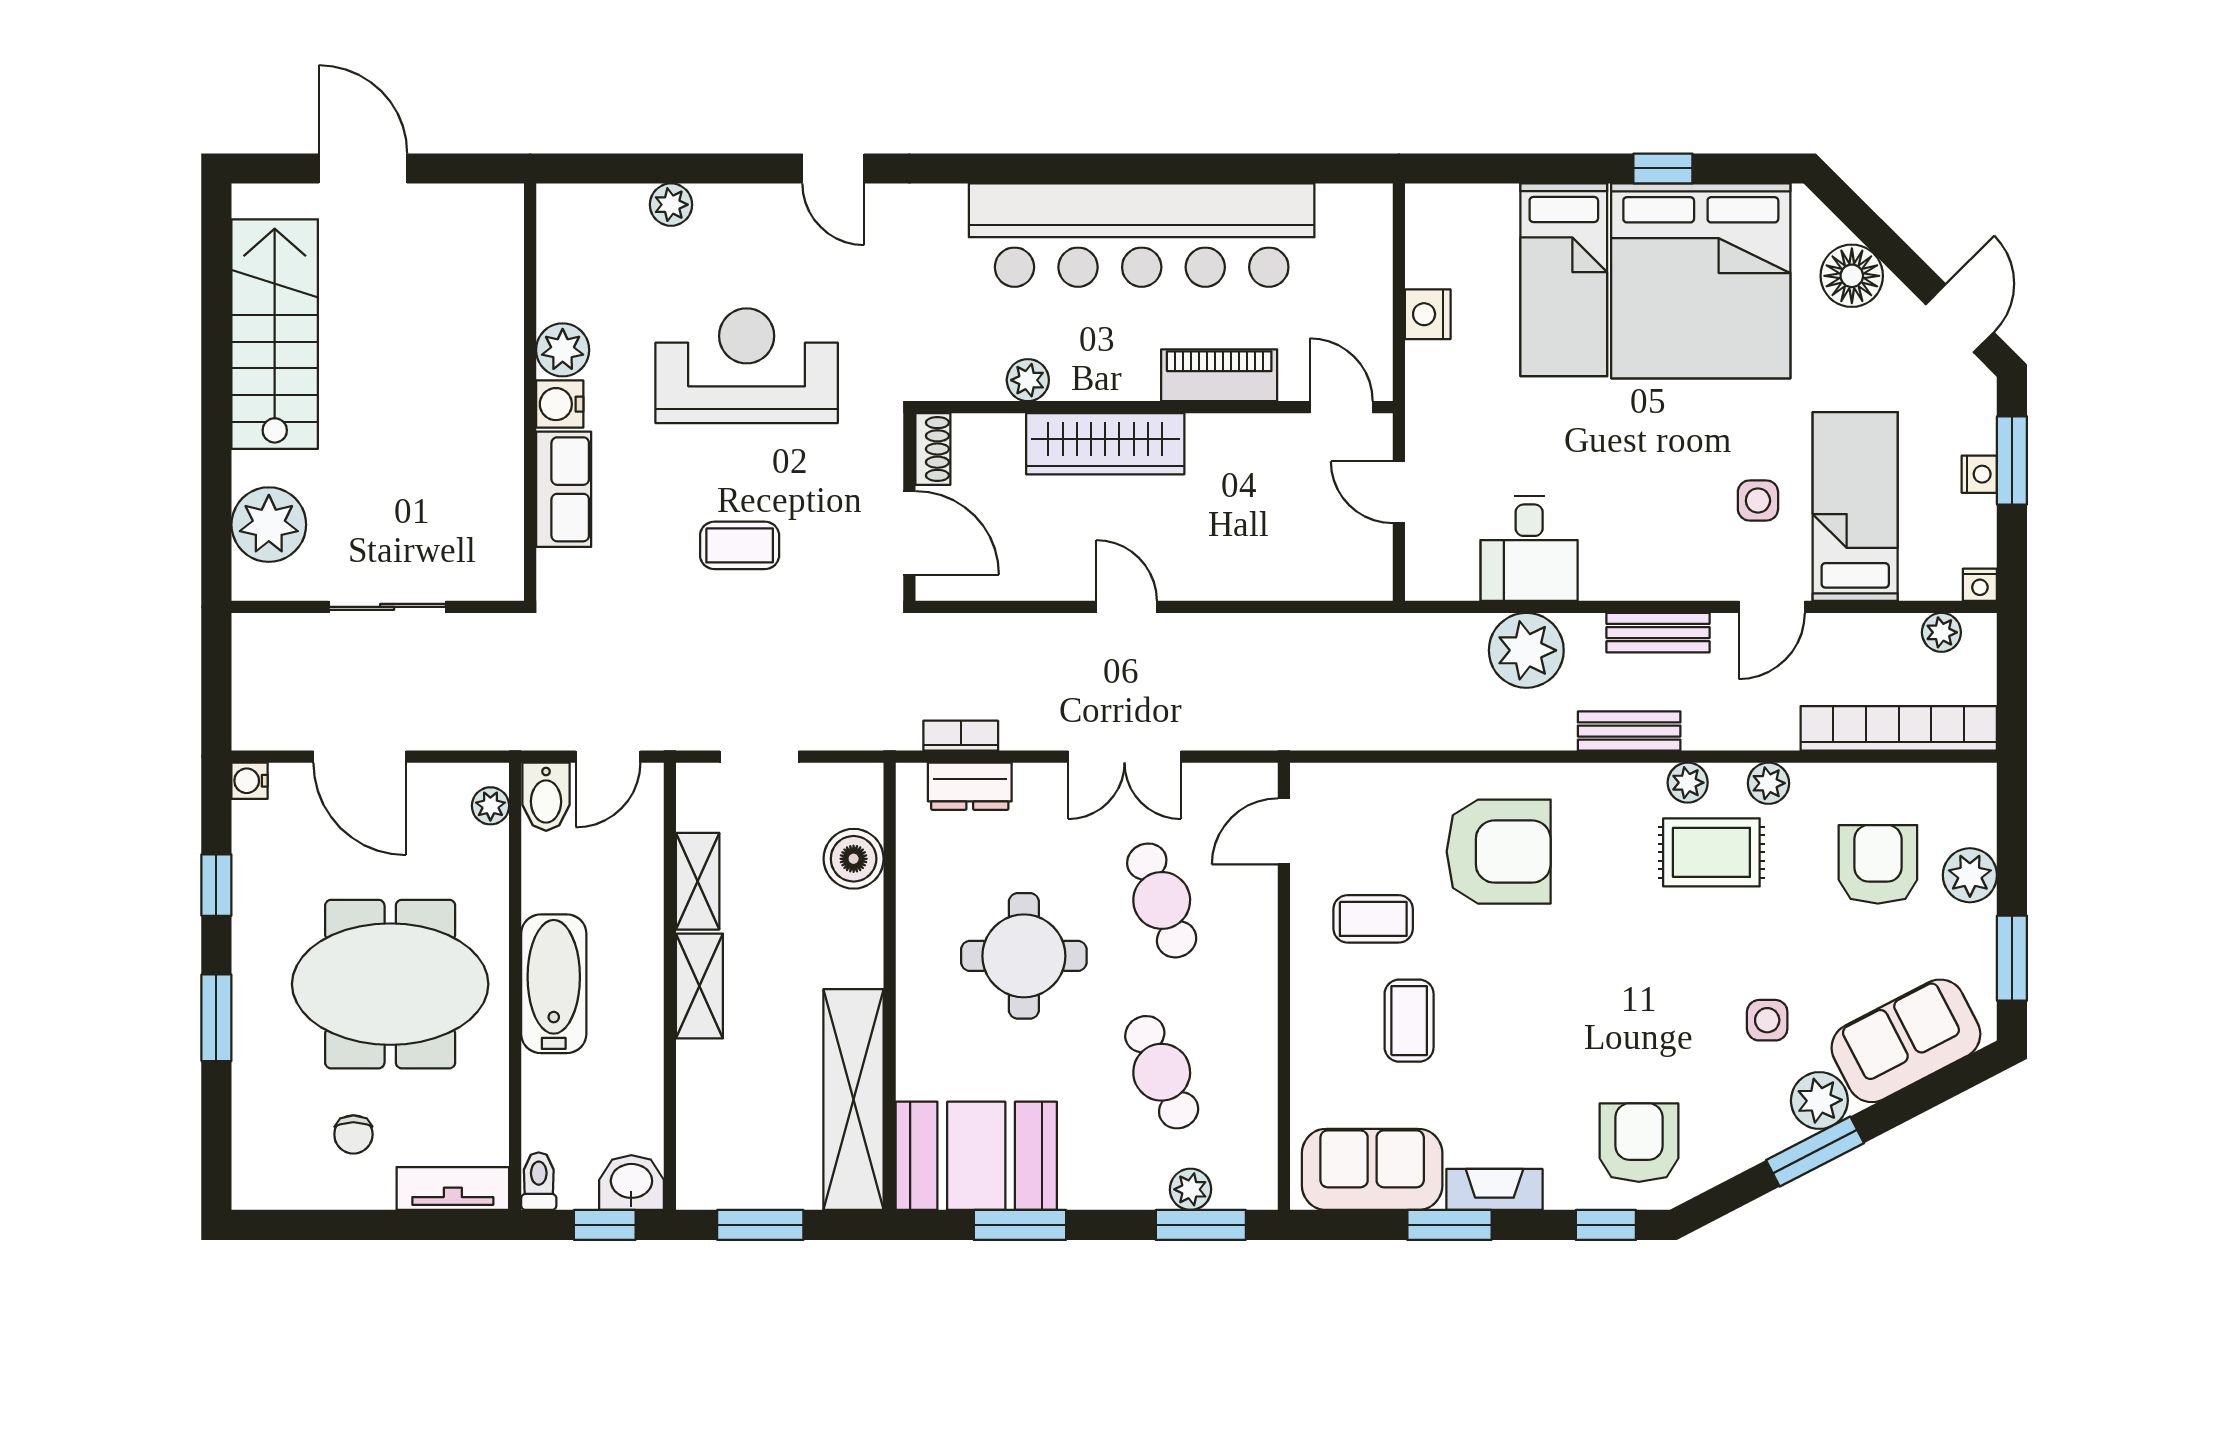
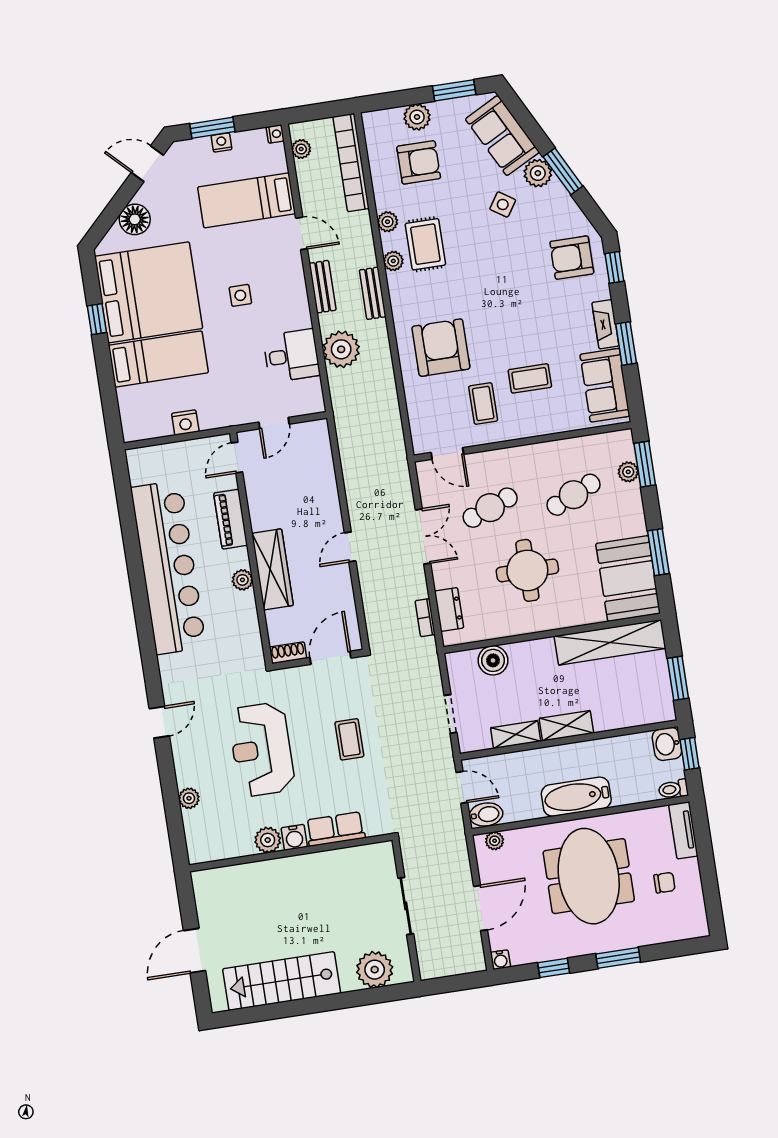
plant: (1028, 380) -> (242, 580), moved
side table: (1758, 501) -> (240, 295), moved
armchair: (1878, 864) -> (419, 162), turned 180
side table: (1767, 1020) -> (503, 204), turned 34

